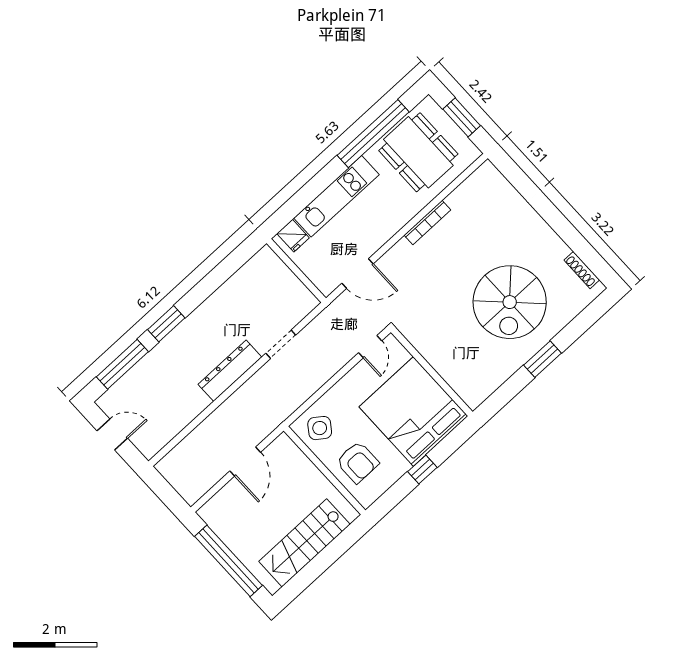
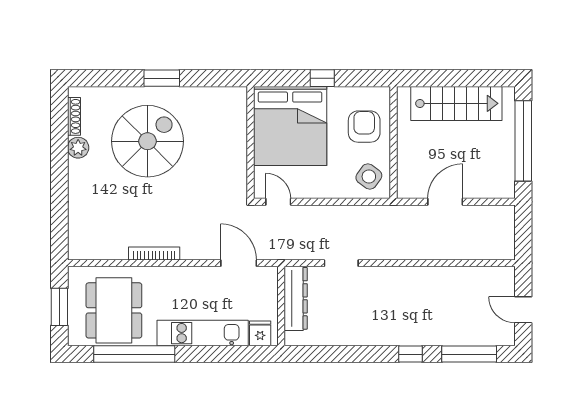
plant: (557, 249) -> (78, 148), added
window: (166, 324) -> (411, 354), width x0.67
door: (370, 347) -> (278, 202), hinge flipped
dresser: (230, 371) -> (296, 298), moved, turned -90

